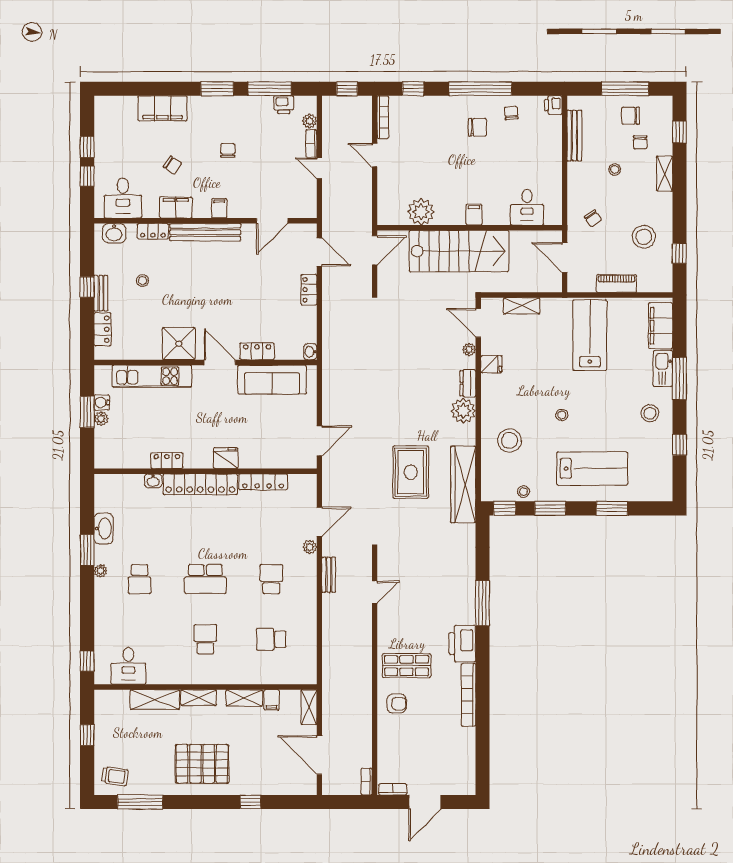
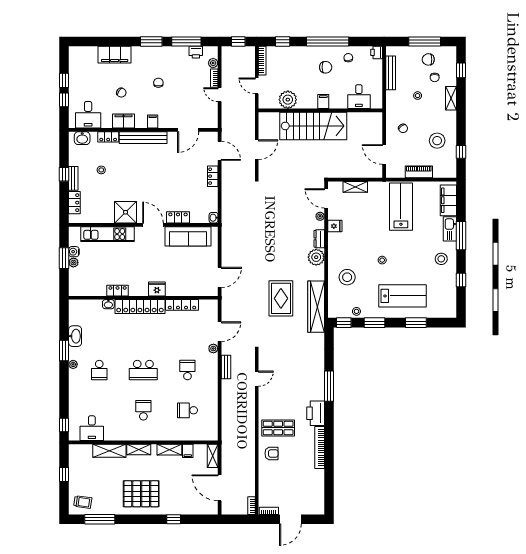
desk: (527, 207) -> (359, 97), moved
plant: (421, 212) -> (288, 100), moved
filing cabinet: (474, 215) -> (323, 101), moved
wall: (470, 228) -> (320, 110), moved
stairs: (459, 251) -> (313, 126), moved

